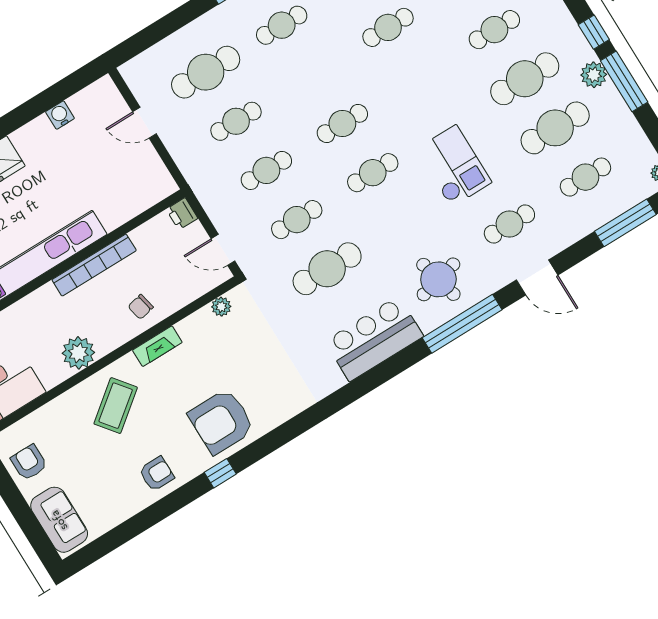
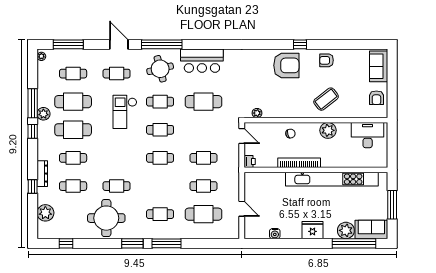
cafe table: (297, 220) -> (160, 102), moved
fireplace: (157, 346) -> (294, 113), removed

